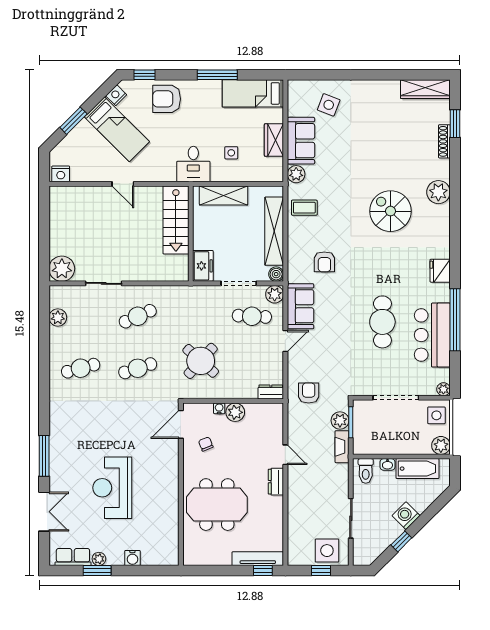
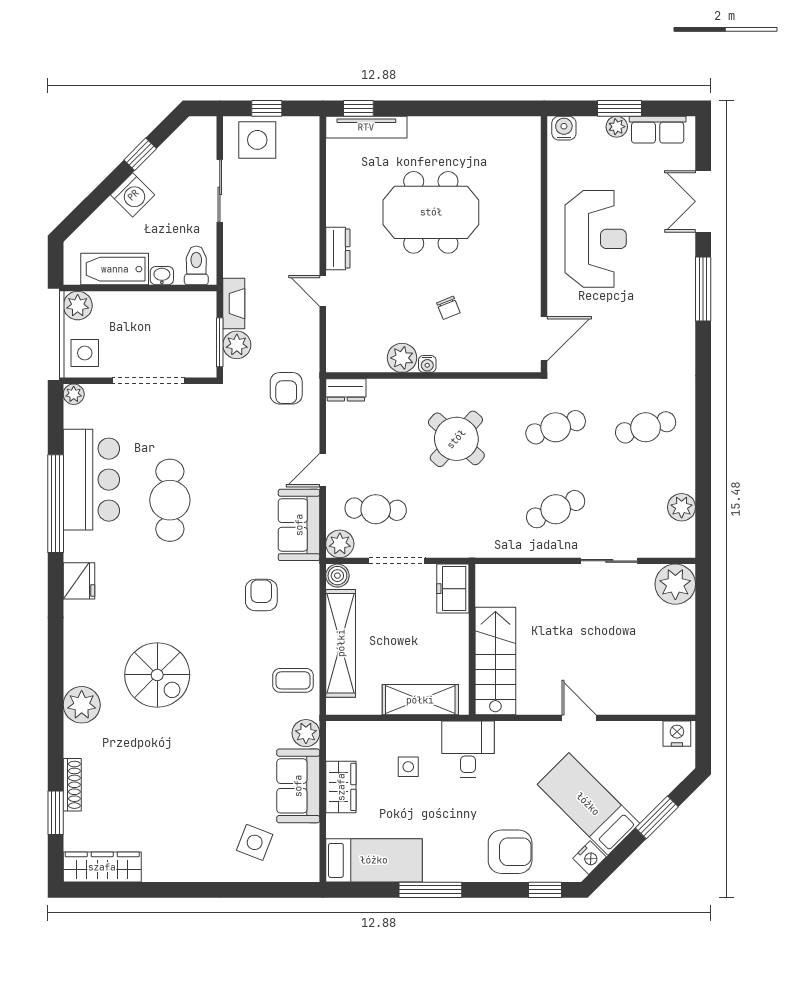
door: (181, 424) -> (544, 339), moved
wall: (181, 484) -> (544, 244), moved

